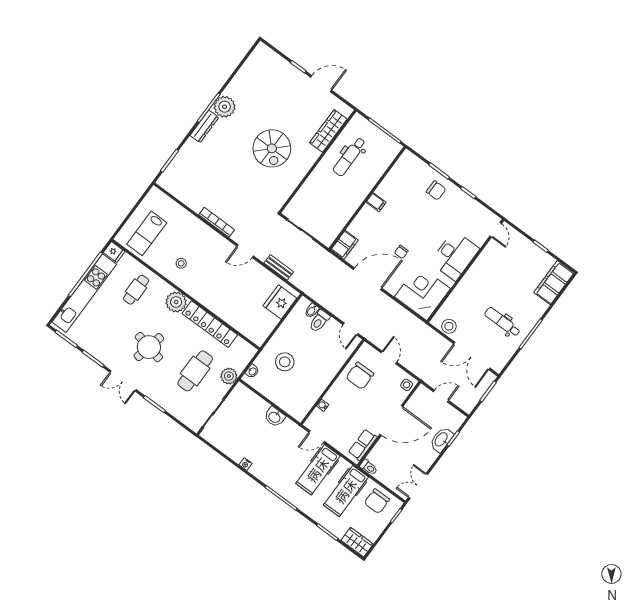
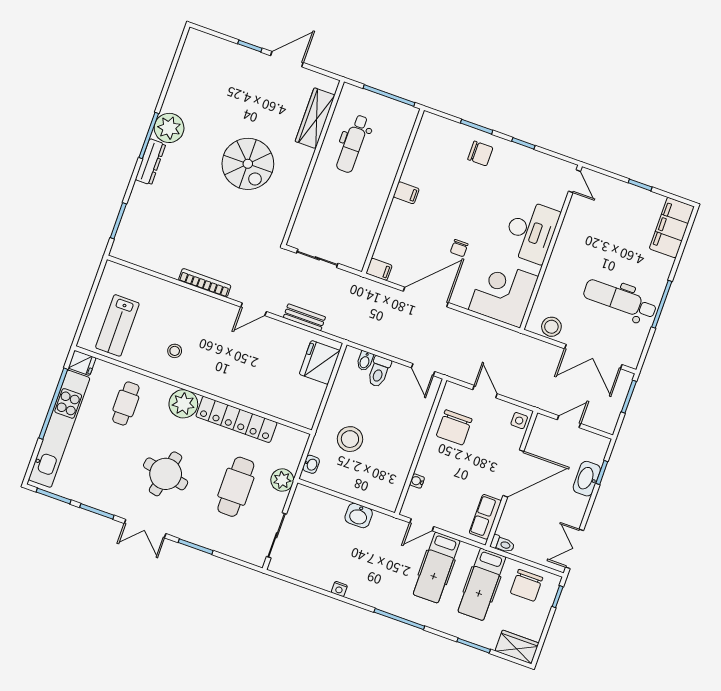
filing cabinet: (345, 245) -> (379, 269), width x0.50
dental chair: (502, 322) -> (620, 300), width x1.36, depth x1.38

